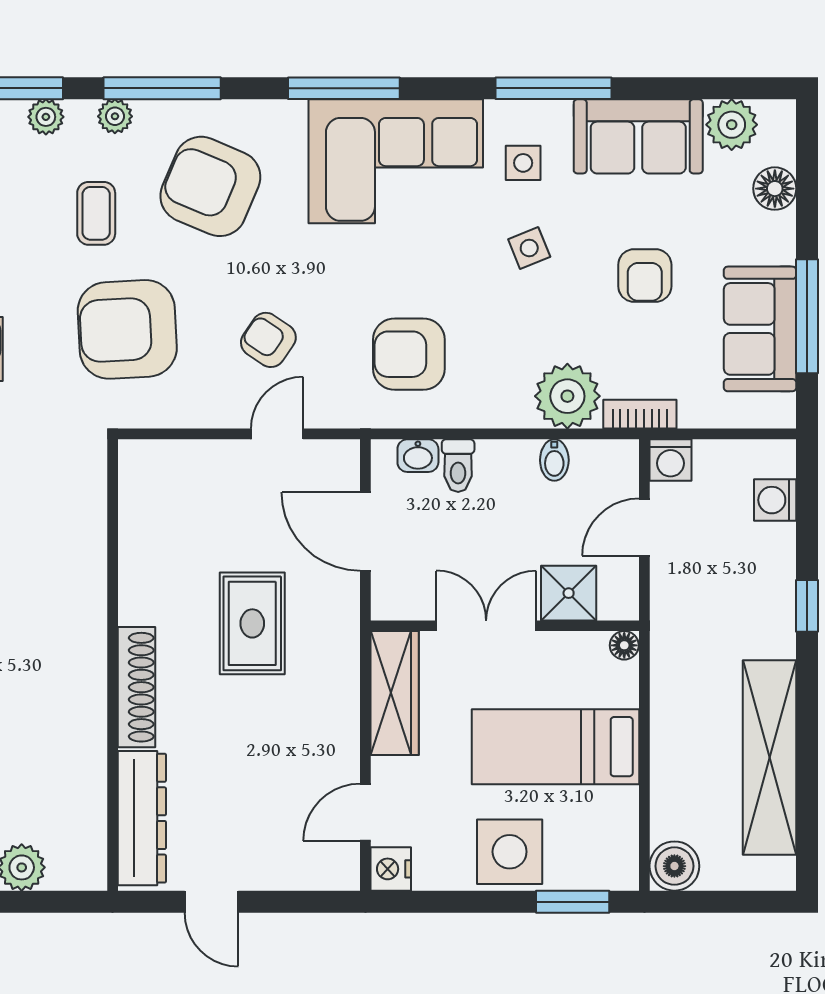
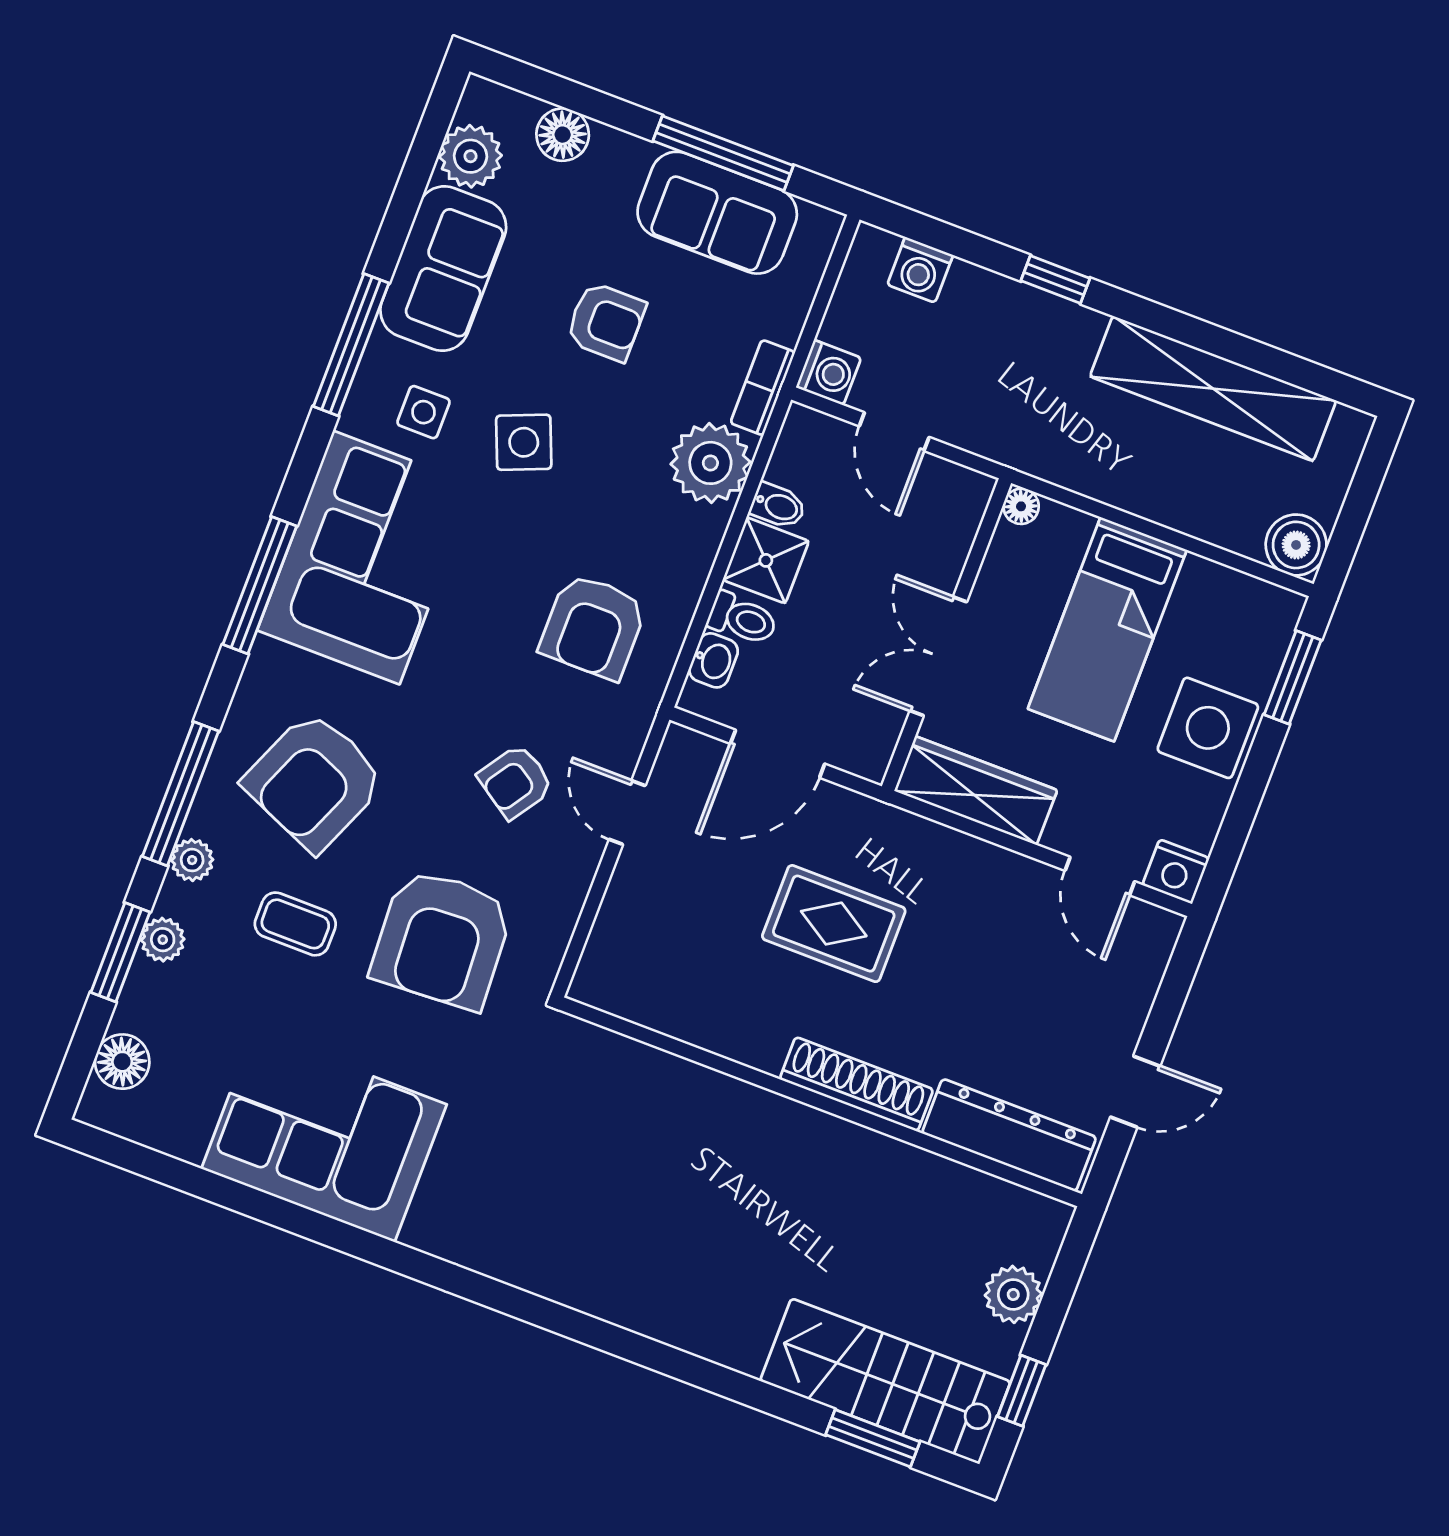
side table: (529, 248) -> (524, 442), width x1.37, depth x1.37
shower: (569, 593) -> (766, 560), moved

